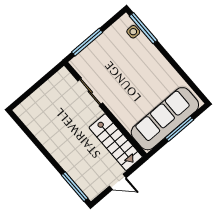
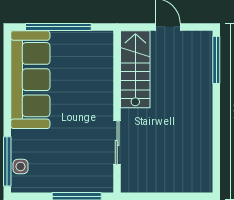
sofa: (165, 119) -> (30, 80), moved, turned -90
window: (180, 129) -> (58, 27), width x1.46

